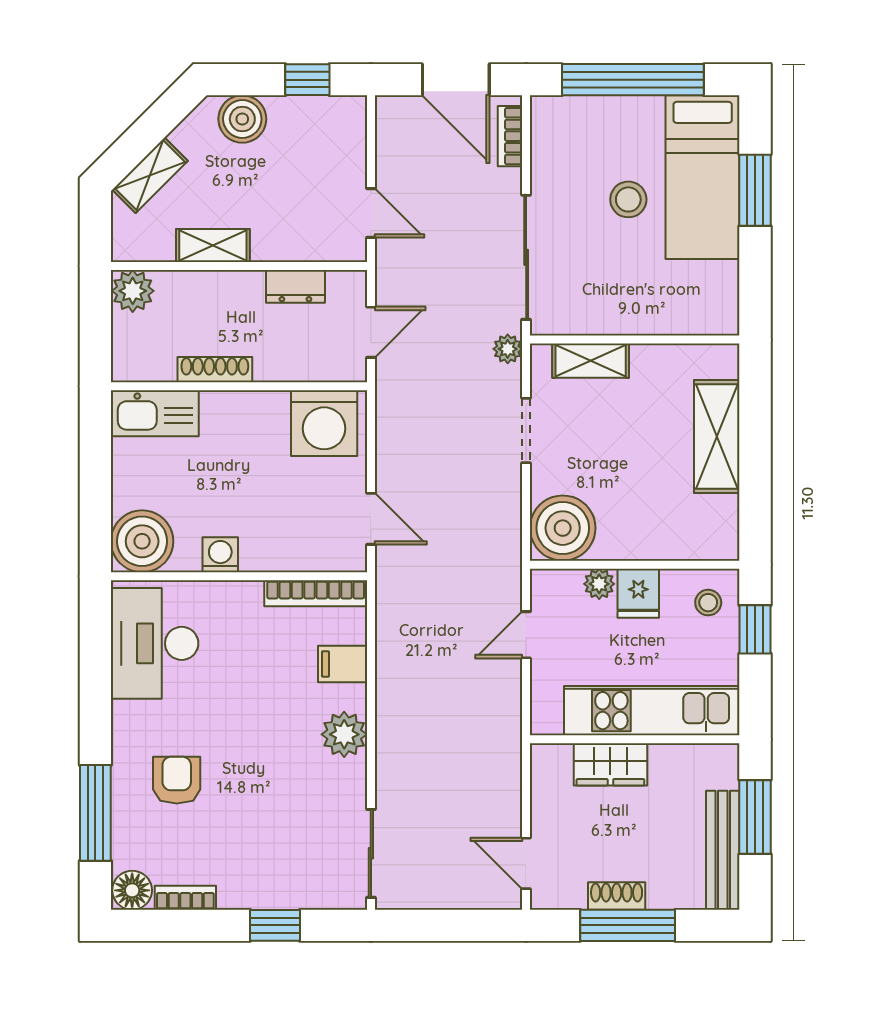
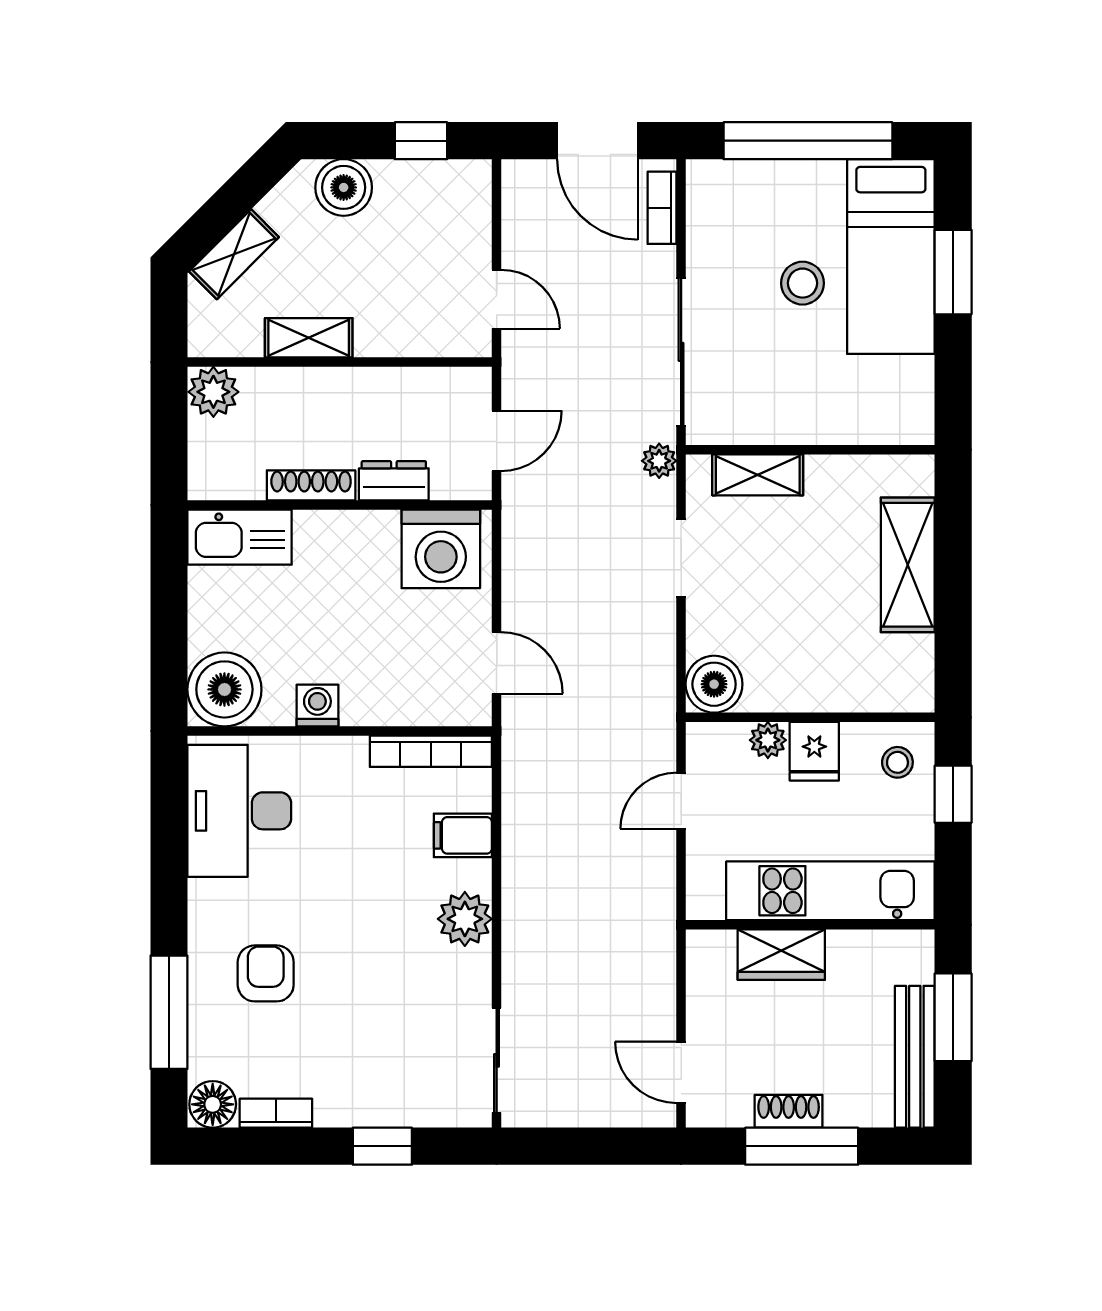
dresser: (295, 286) -> (394, 481), moved, turned 180
boiler: (563, 528) -> (714, 684), width x0.73, depth x0.73

